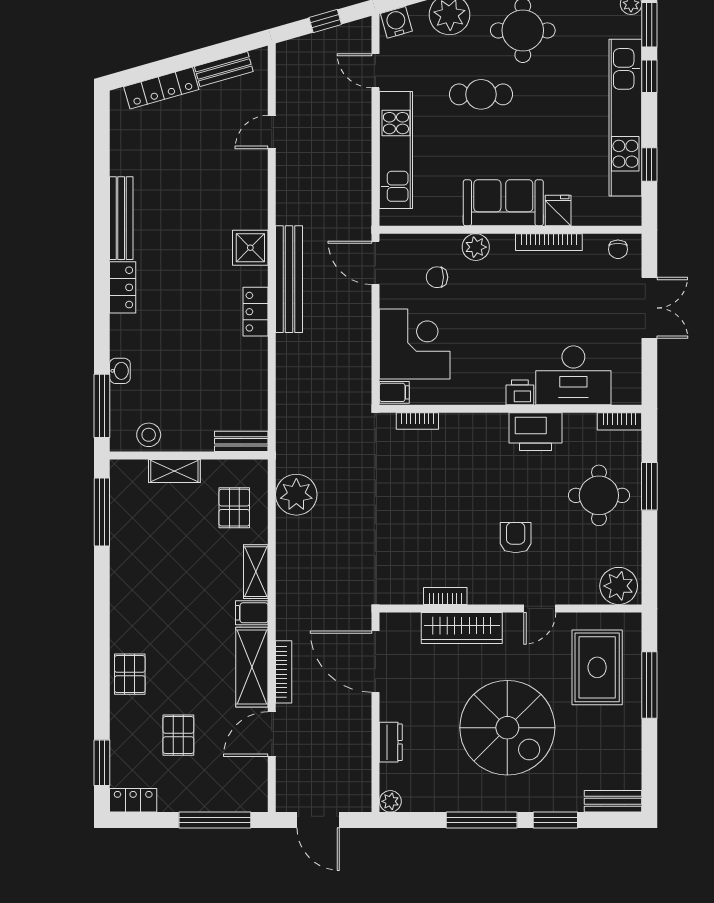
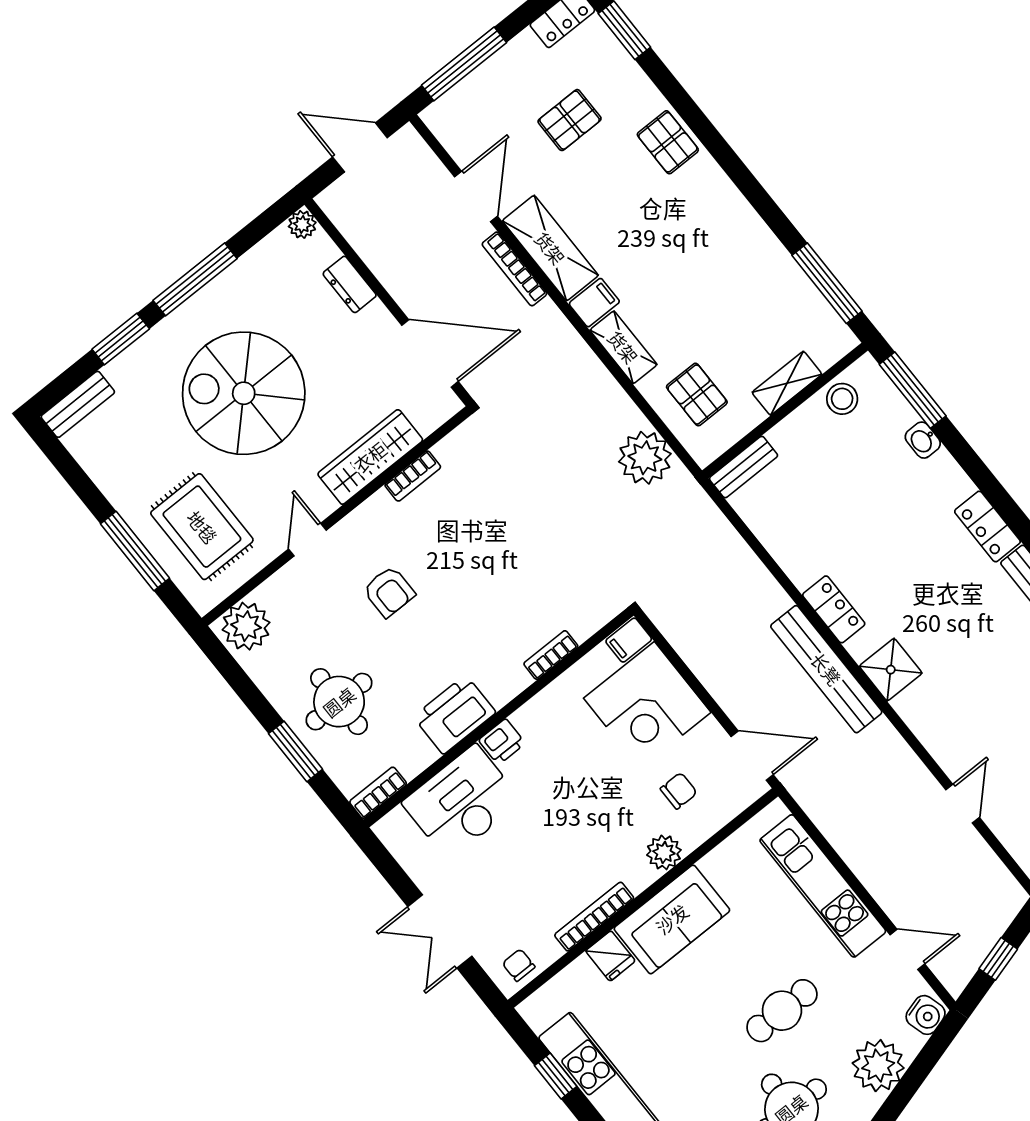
bookcase: (417, 421) -> (551, 655), moved
pallet: (178, 735) -> (570, 120), turned 90

